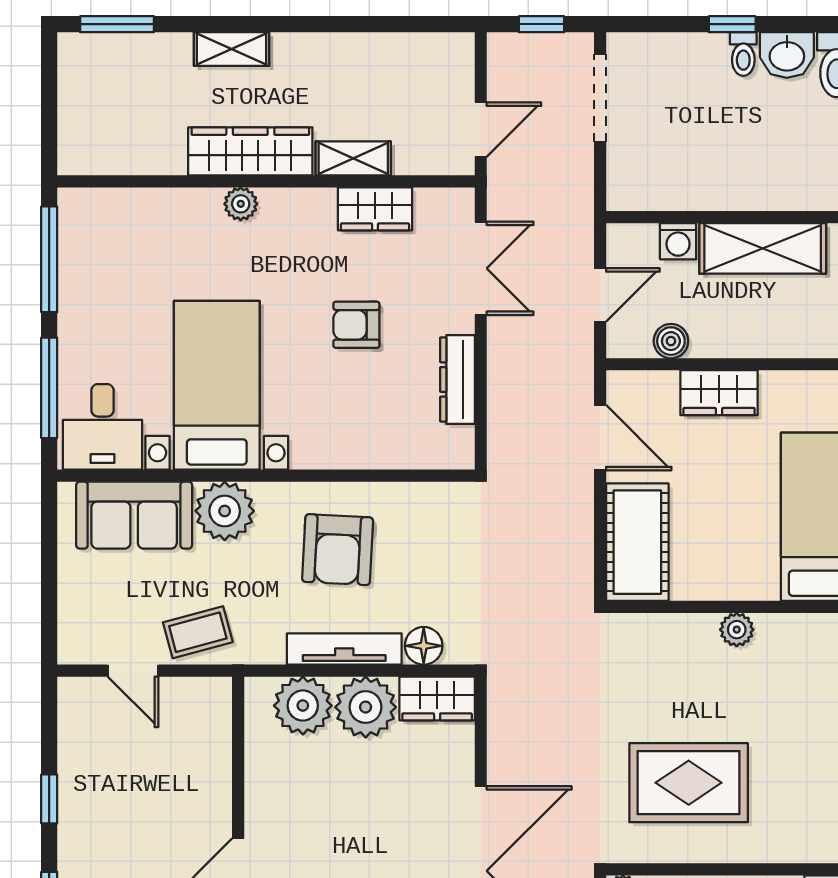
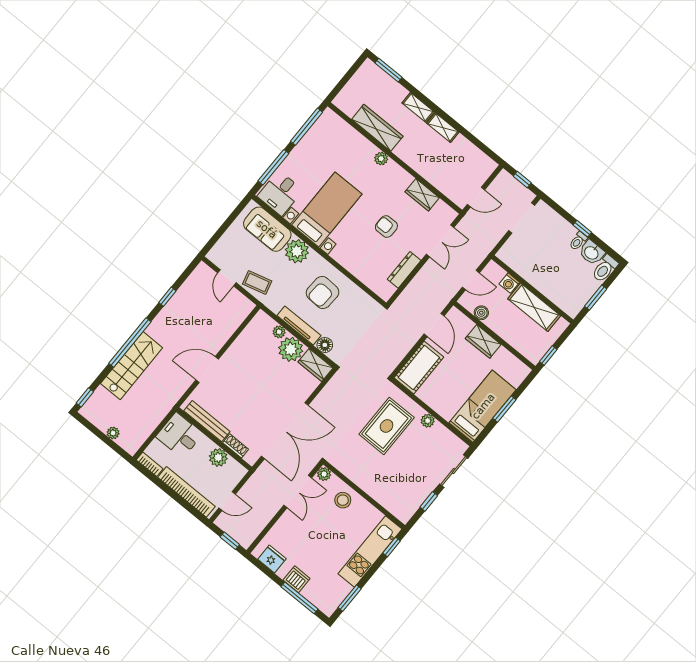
wardrobe: (250, 151) -> (377, 128), moved
shelving: (353, 158) -> (443, 128), moved
plant: (303, 706) -> (279, 332), width x0.53, depth x0.53
rug: (689, 783) -> (387, 426), moved, turned 90

